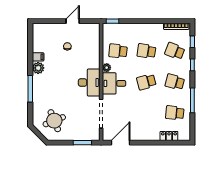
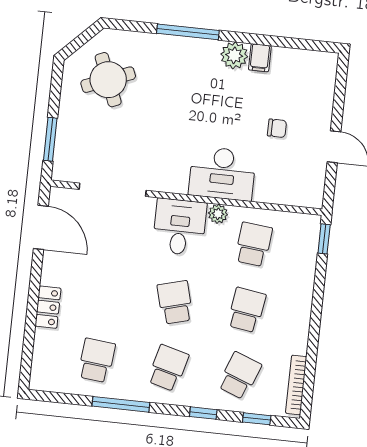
desk: (89, 82) -> (222, 174), moved
locker: (169, 136) -> (48, 307), moved

